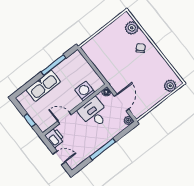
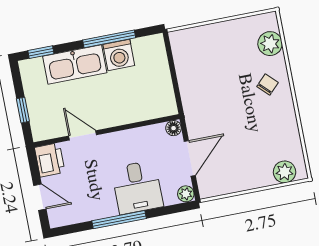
window: (24, 88) -> (41, 52), added
washing machine: (85, 91) -> (119, 55), moved, turned 180
desk: (94, 113) -> (137, 187), moved, turned 180

